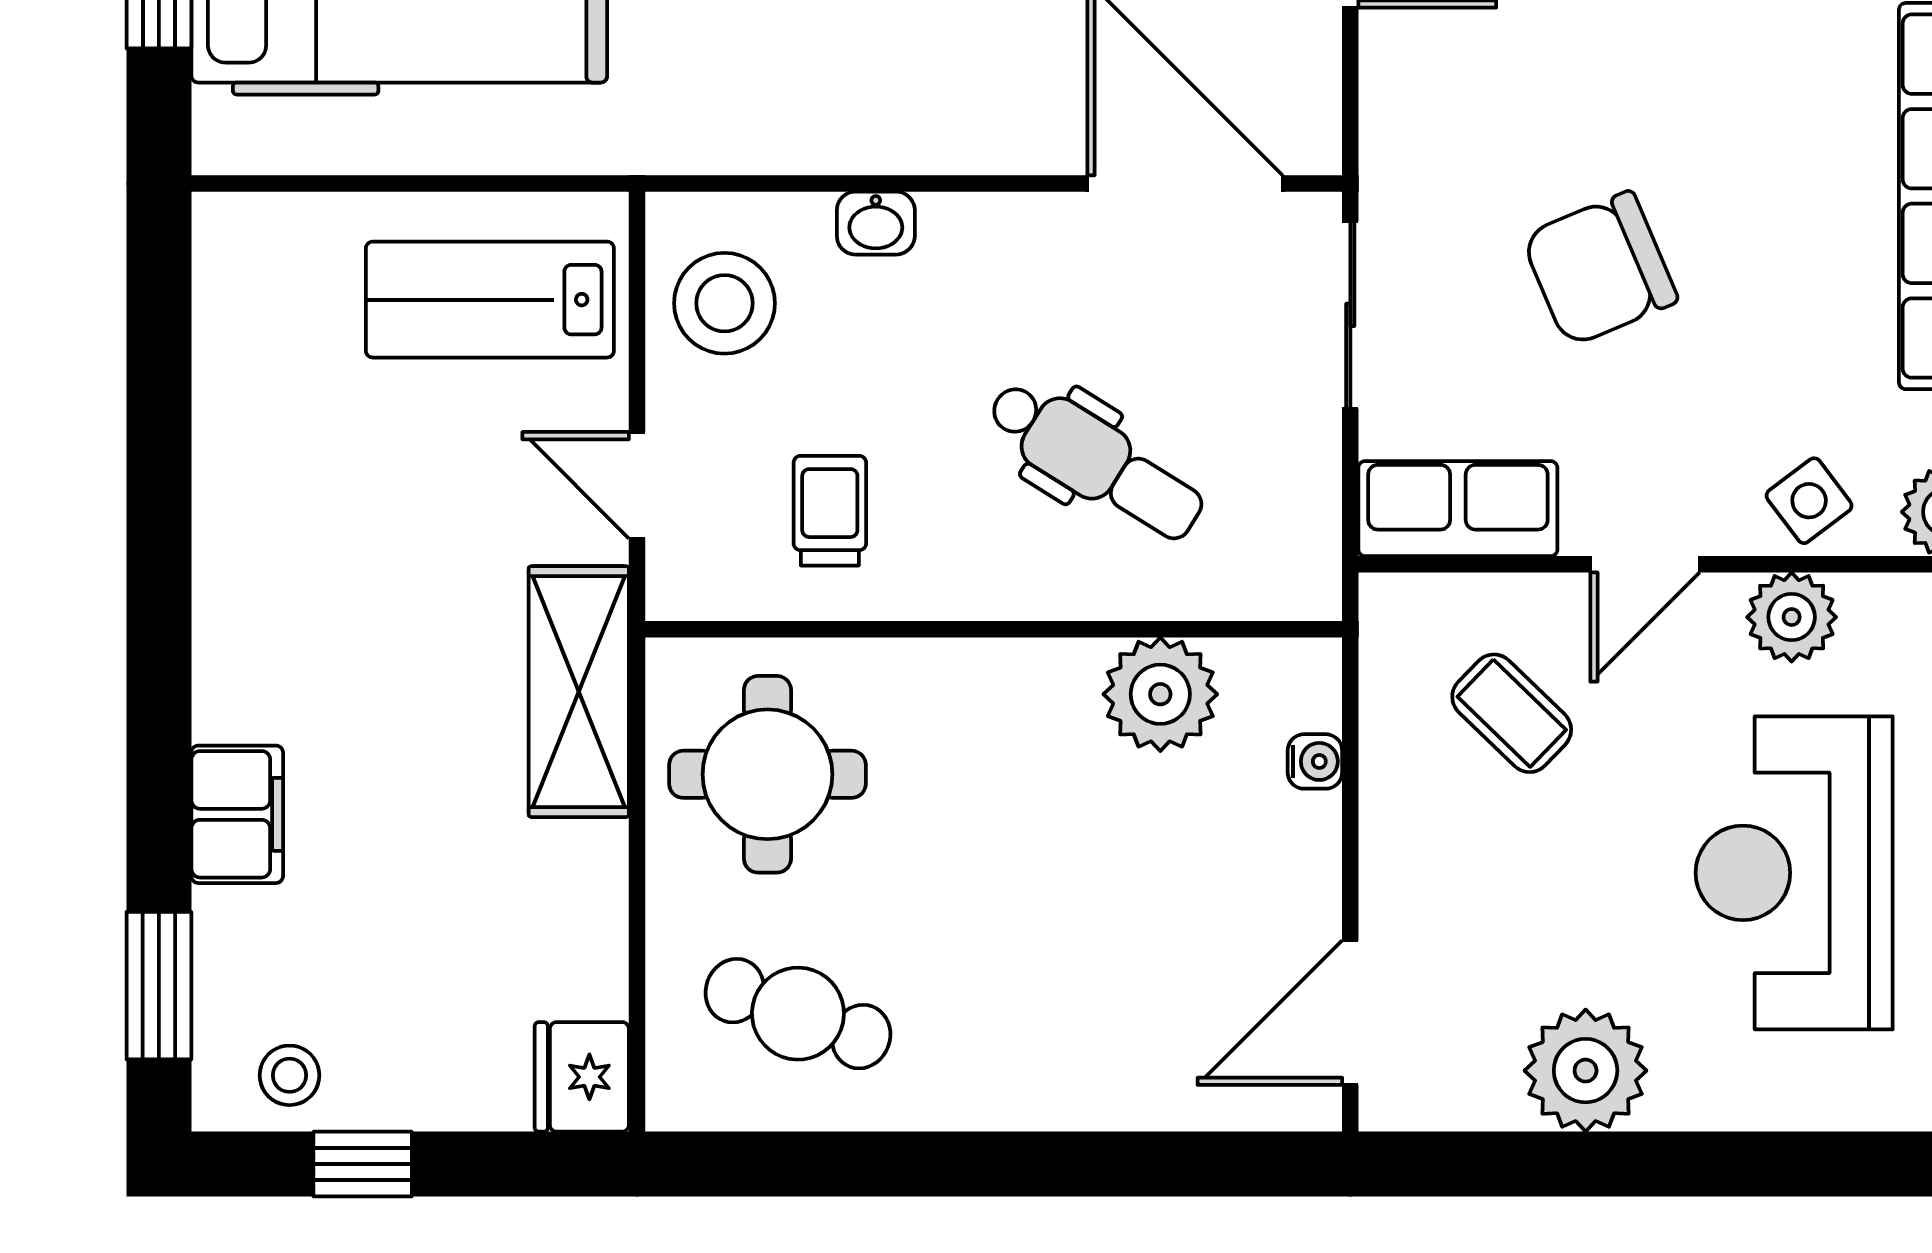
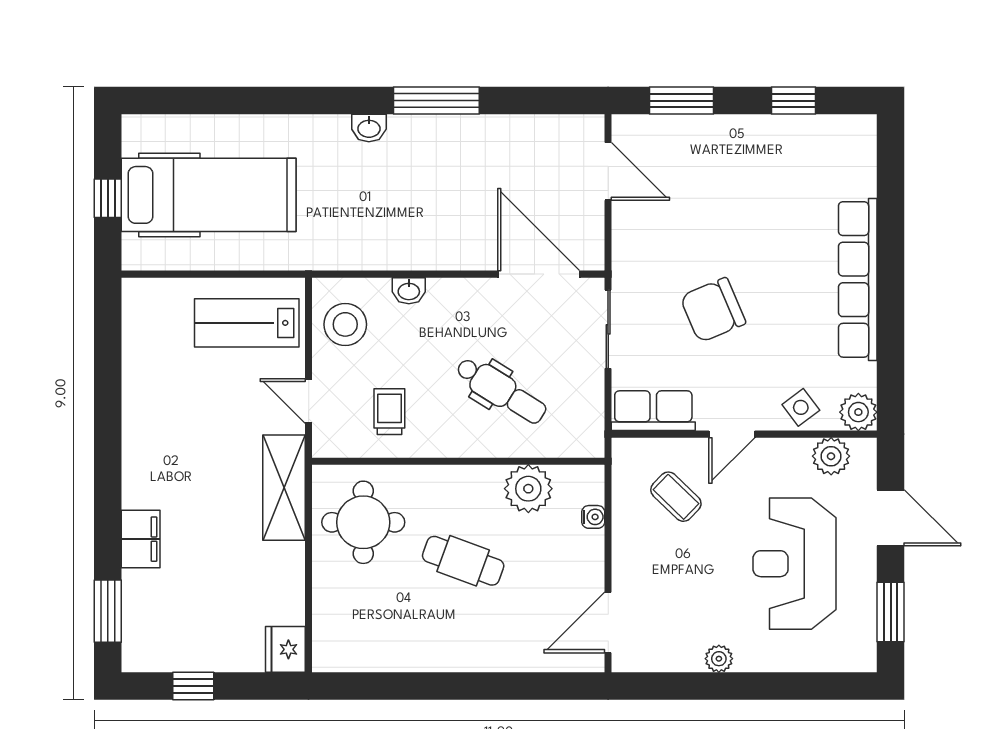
plant: (1792, 617) -> (831, 456), moved
cafe table: (798, 1014) -> (463, 561), moved
plant: (1586, 1071) -> (719, 659), width x0.53, depth x0.53
stool: (289, 1075) -> (163, 649), removed

